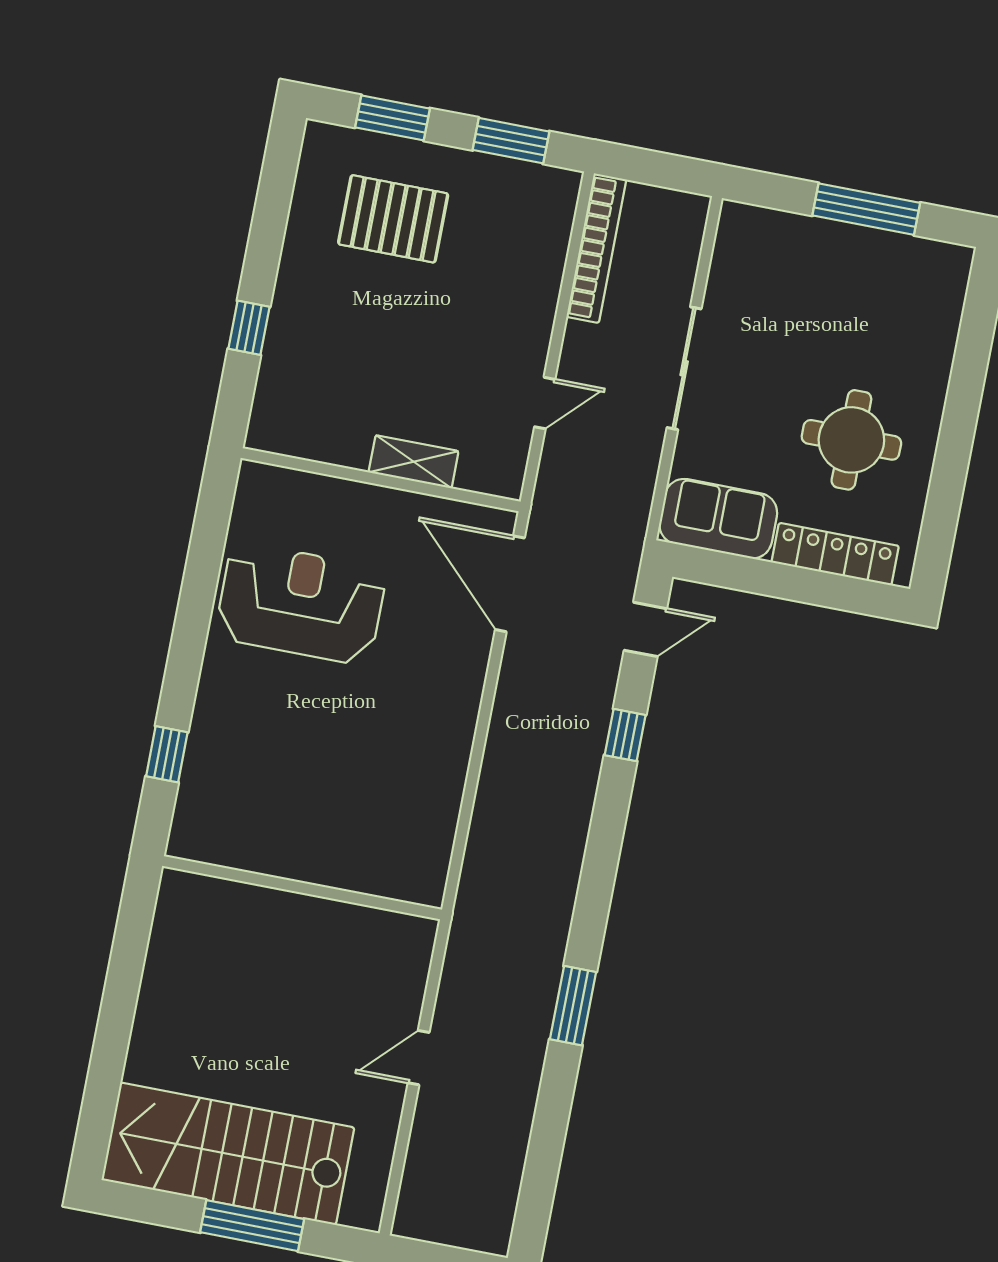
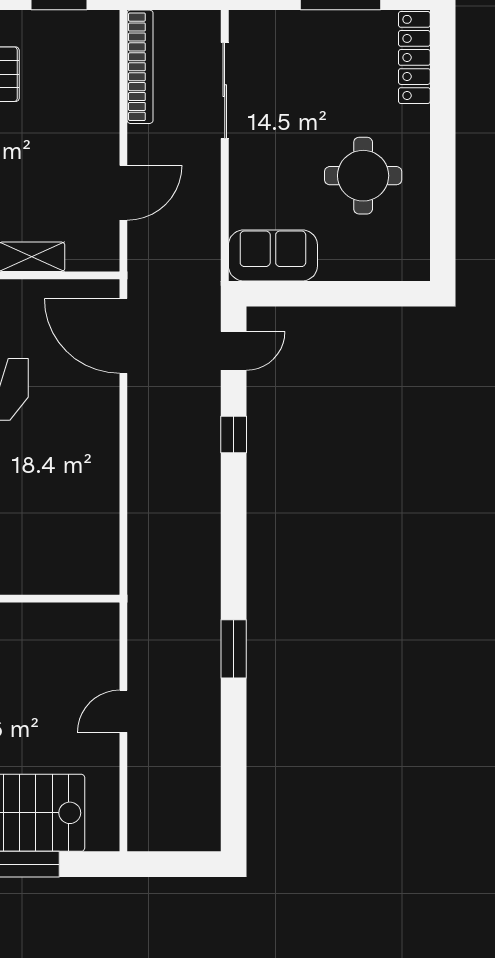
sliding door: (684, 368) -> (225, 91), moved
door: (545, 403) -> (123, 193), width x1.38
locker: (835, 554) -> (414, 57), moved, turned -90

